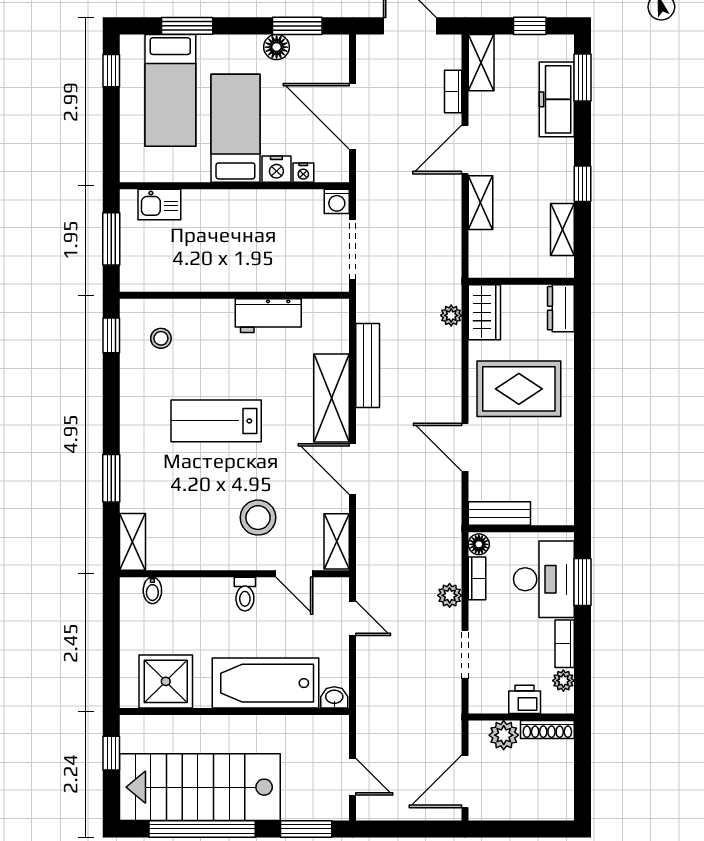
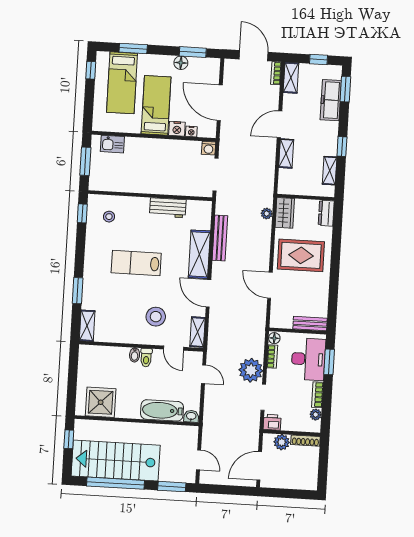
bookcase: (453, 92) -> (276, 73), moved
bench: (499, 513) -> (310, 324), moved
bidet: (152, 590) -> (135, 355), moved
plant: (450, 595) -> (251, 370), width x1.87, depth x1.87
bathtub: (266, 683) -> (162, 410), width x0.73, depth x0.73
printer: (525, 699) -> (272, 422), moved

